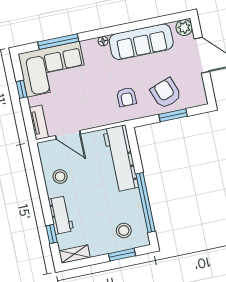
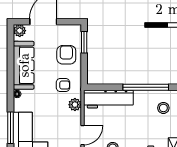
armchair: (166, 93) -> (66, 55), turned 110
window: (173, 115) -> (84, 42), moved
plant: (105, 117) -> (75, 105), added

